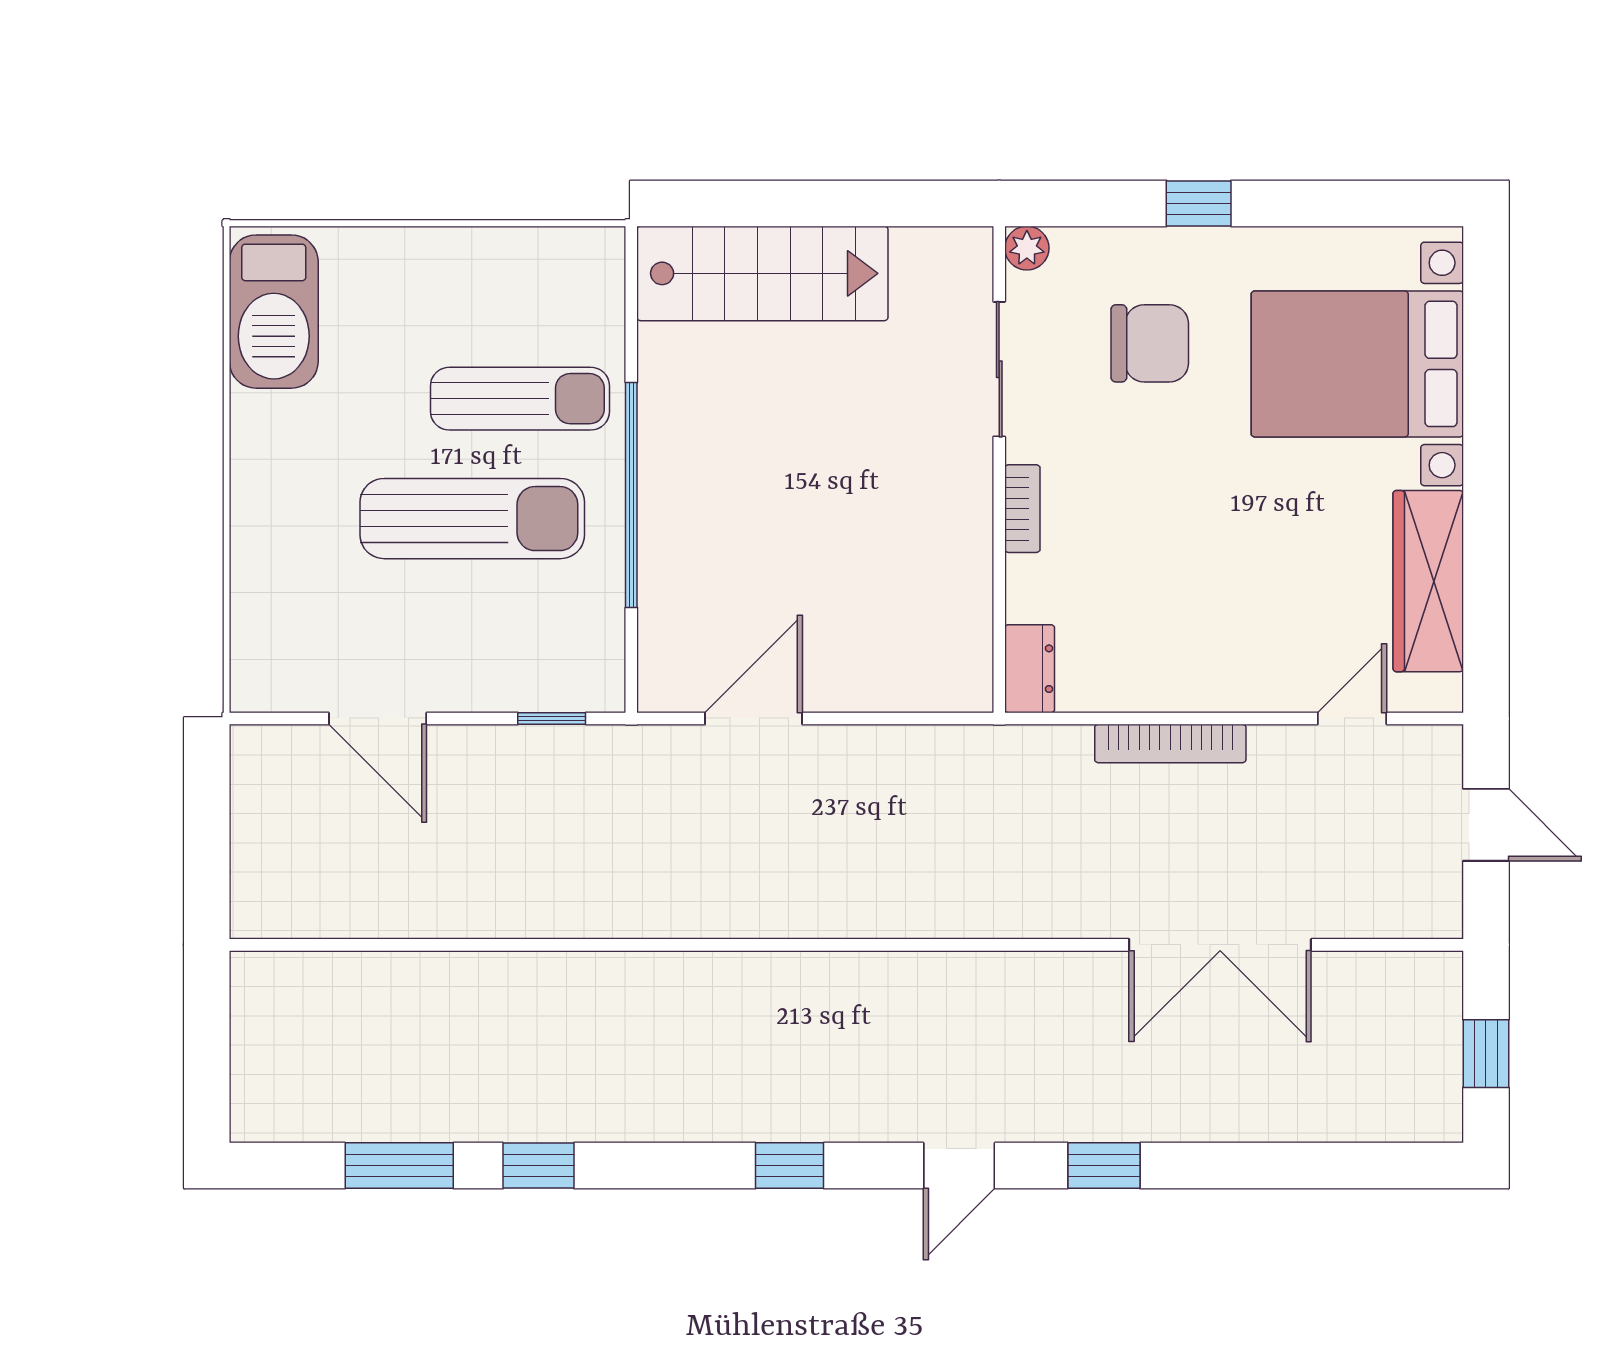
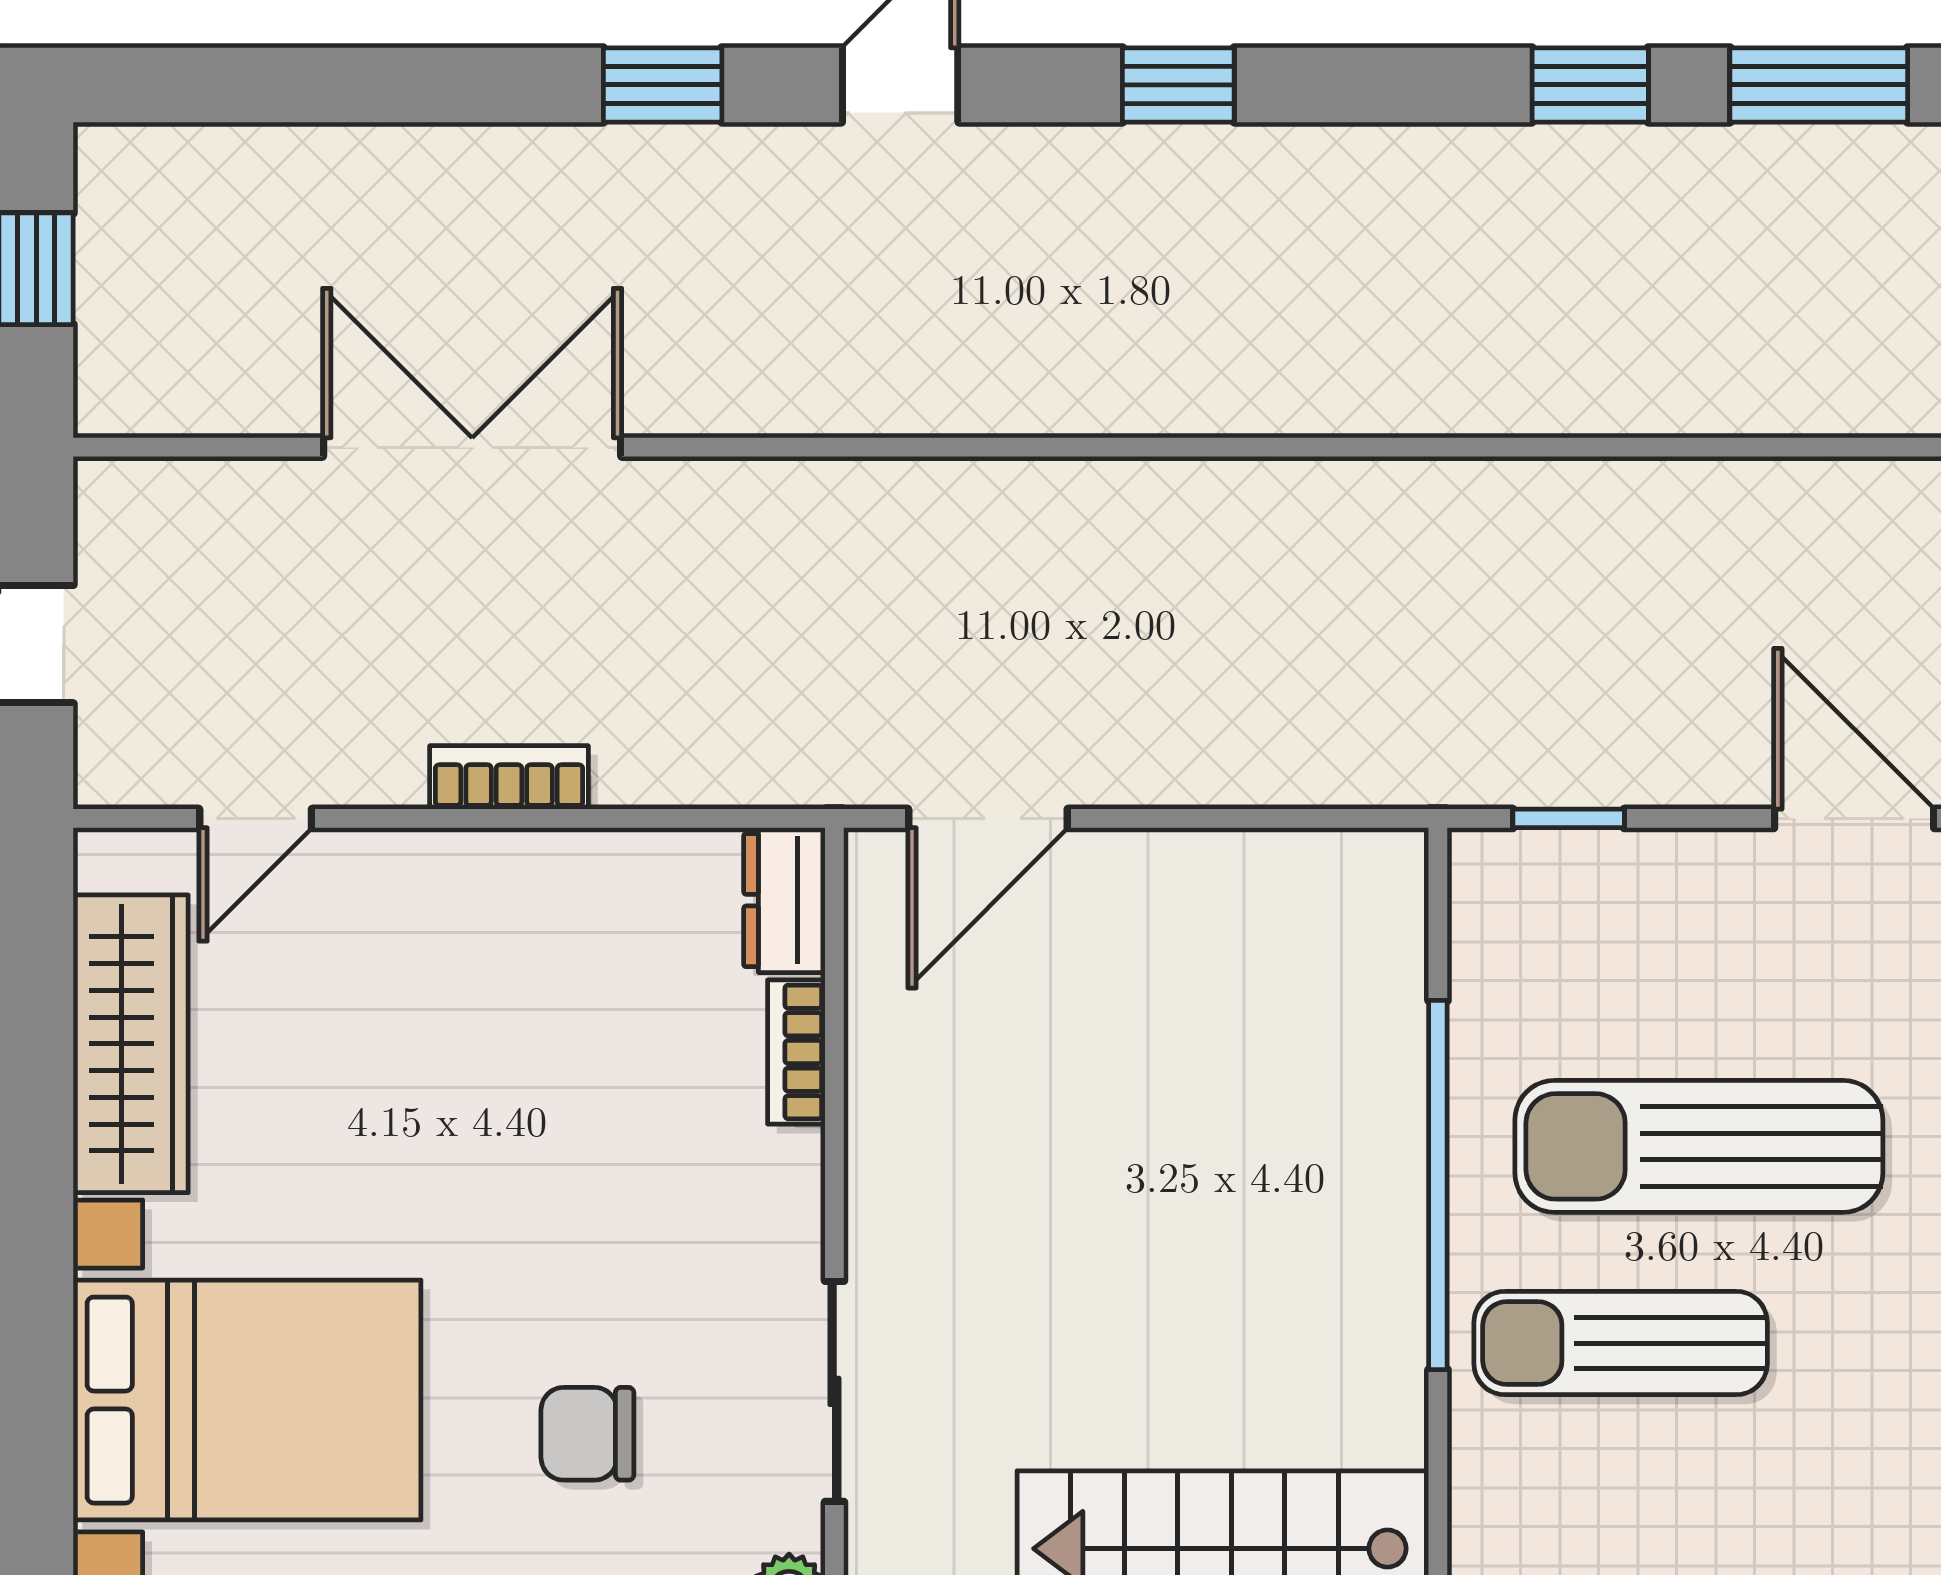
chair: (1150, 343) -> (587, 1434), width x0.73, depth x0.73
bookcase: (1022, 509) -> (796, 1052), moved
door: (754, 718) -> (988, 818), moved
bookcase: (1170, 743) -> (509, 777), width x0.64

